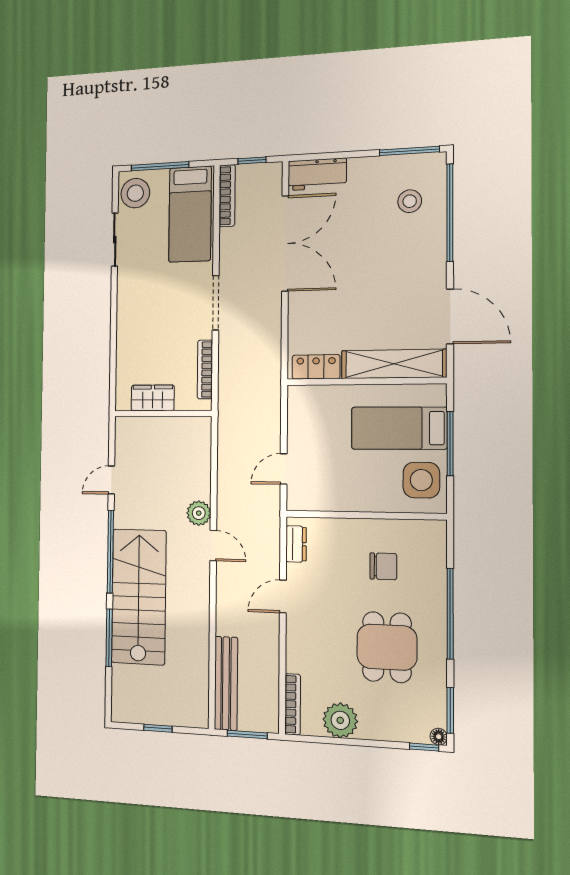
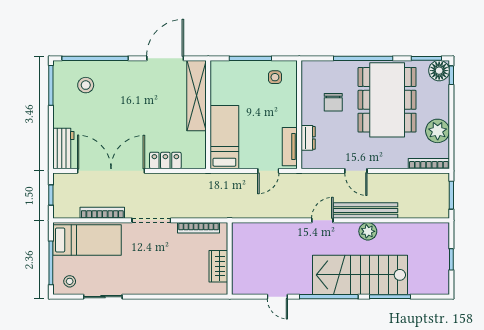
stool: (135, 193) -> (70, 281), width x0.53, depth x0.53
bookcase: (227, 196) -> (102, 213), moved
locker: (316, 367) -> (165, 161), moved, turned 90
bed: (399, 428) -> (224, 137), moved, turned 180
door: (284, 469) -> (268, 171), hinge flipped
side table: (421, 480) -> (275, 77), width x0.54, depth x0.54
tv unit: (318, 501) -> (290, 147), added
plant: (199, 513) -> (368, 231), moved
dresser: (296, 544) -> (308, 138), moved, turned 90
chair: (383, 566) -> (333, 102), turned 180
dining table: (387, 647) -> (387, 100), width x1.88, depth x1.24
bench: (226, 683) -> (365, 211), moved
floor lamp: (439, 737) -> (439, 71), width x1.89, depth x1.89

